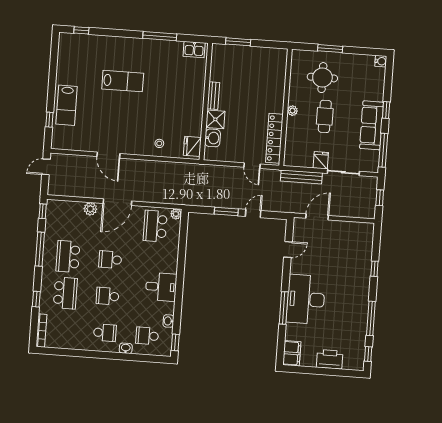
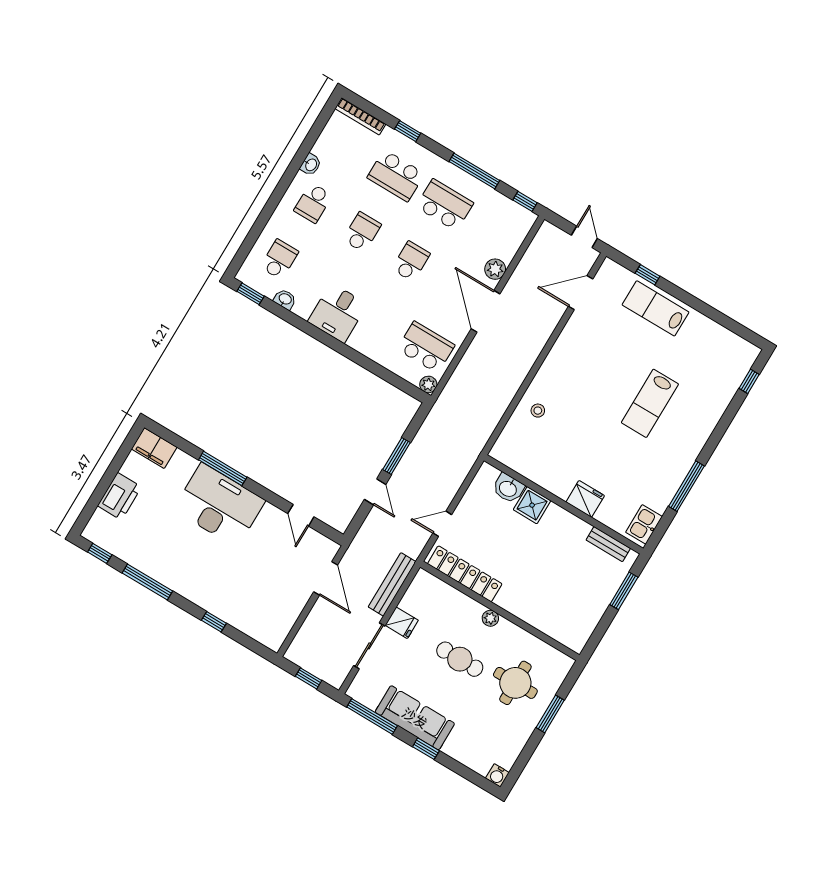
bench: (213, 96) -> (608, 544), moved
fridge: (192, 146) -> (585, 499), moved
door: (108, 155) -> (581, 293), moved
washbasin: (126, 348) -> (311, 165), moved

